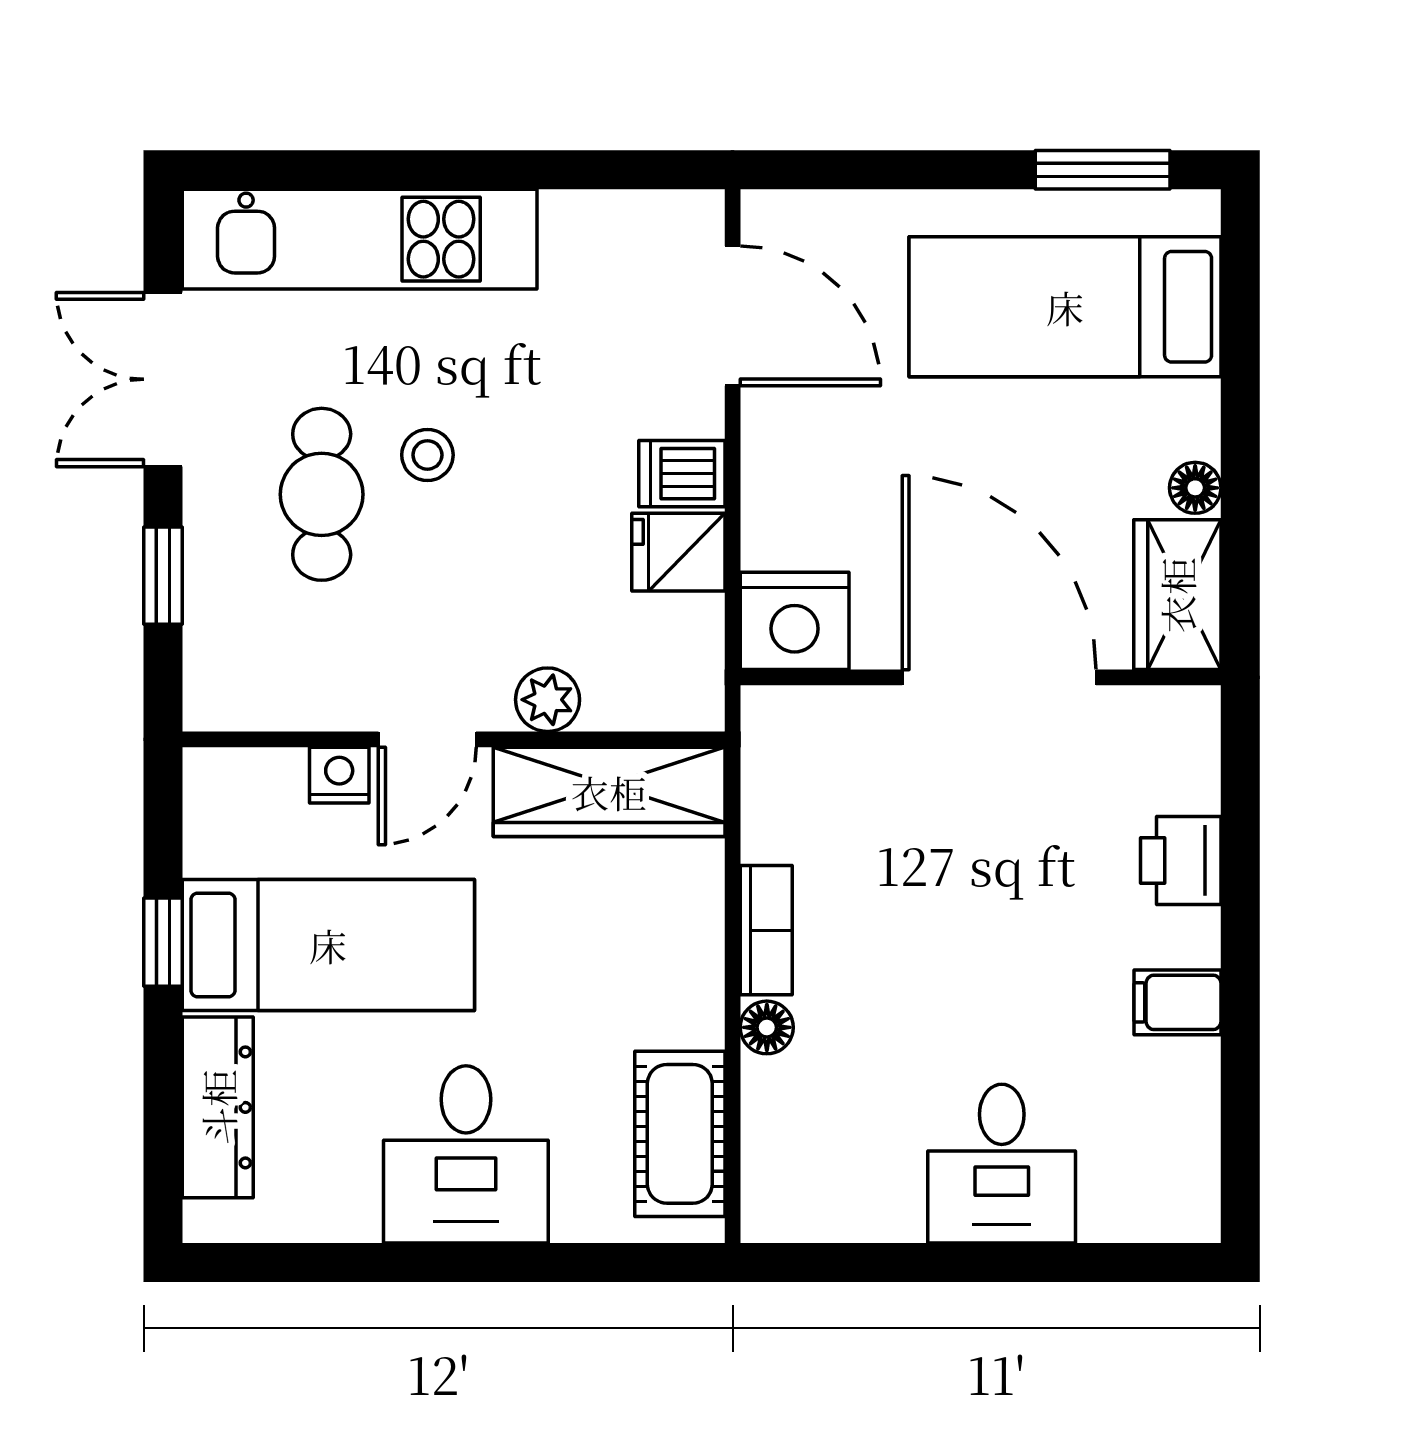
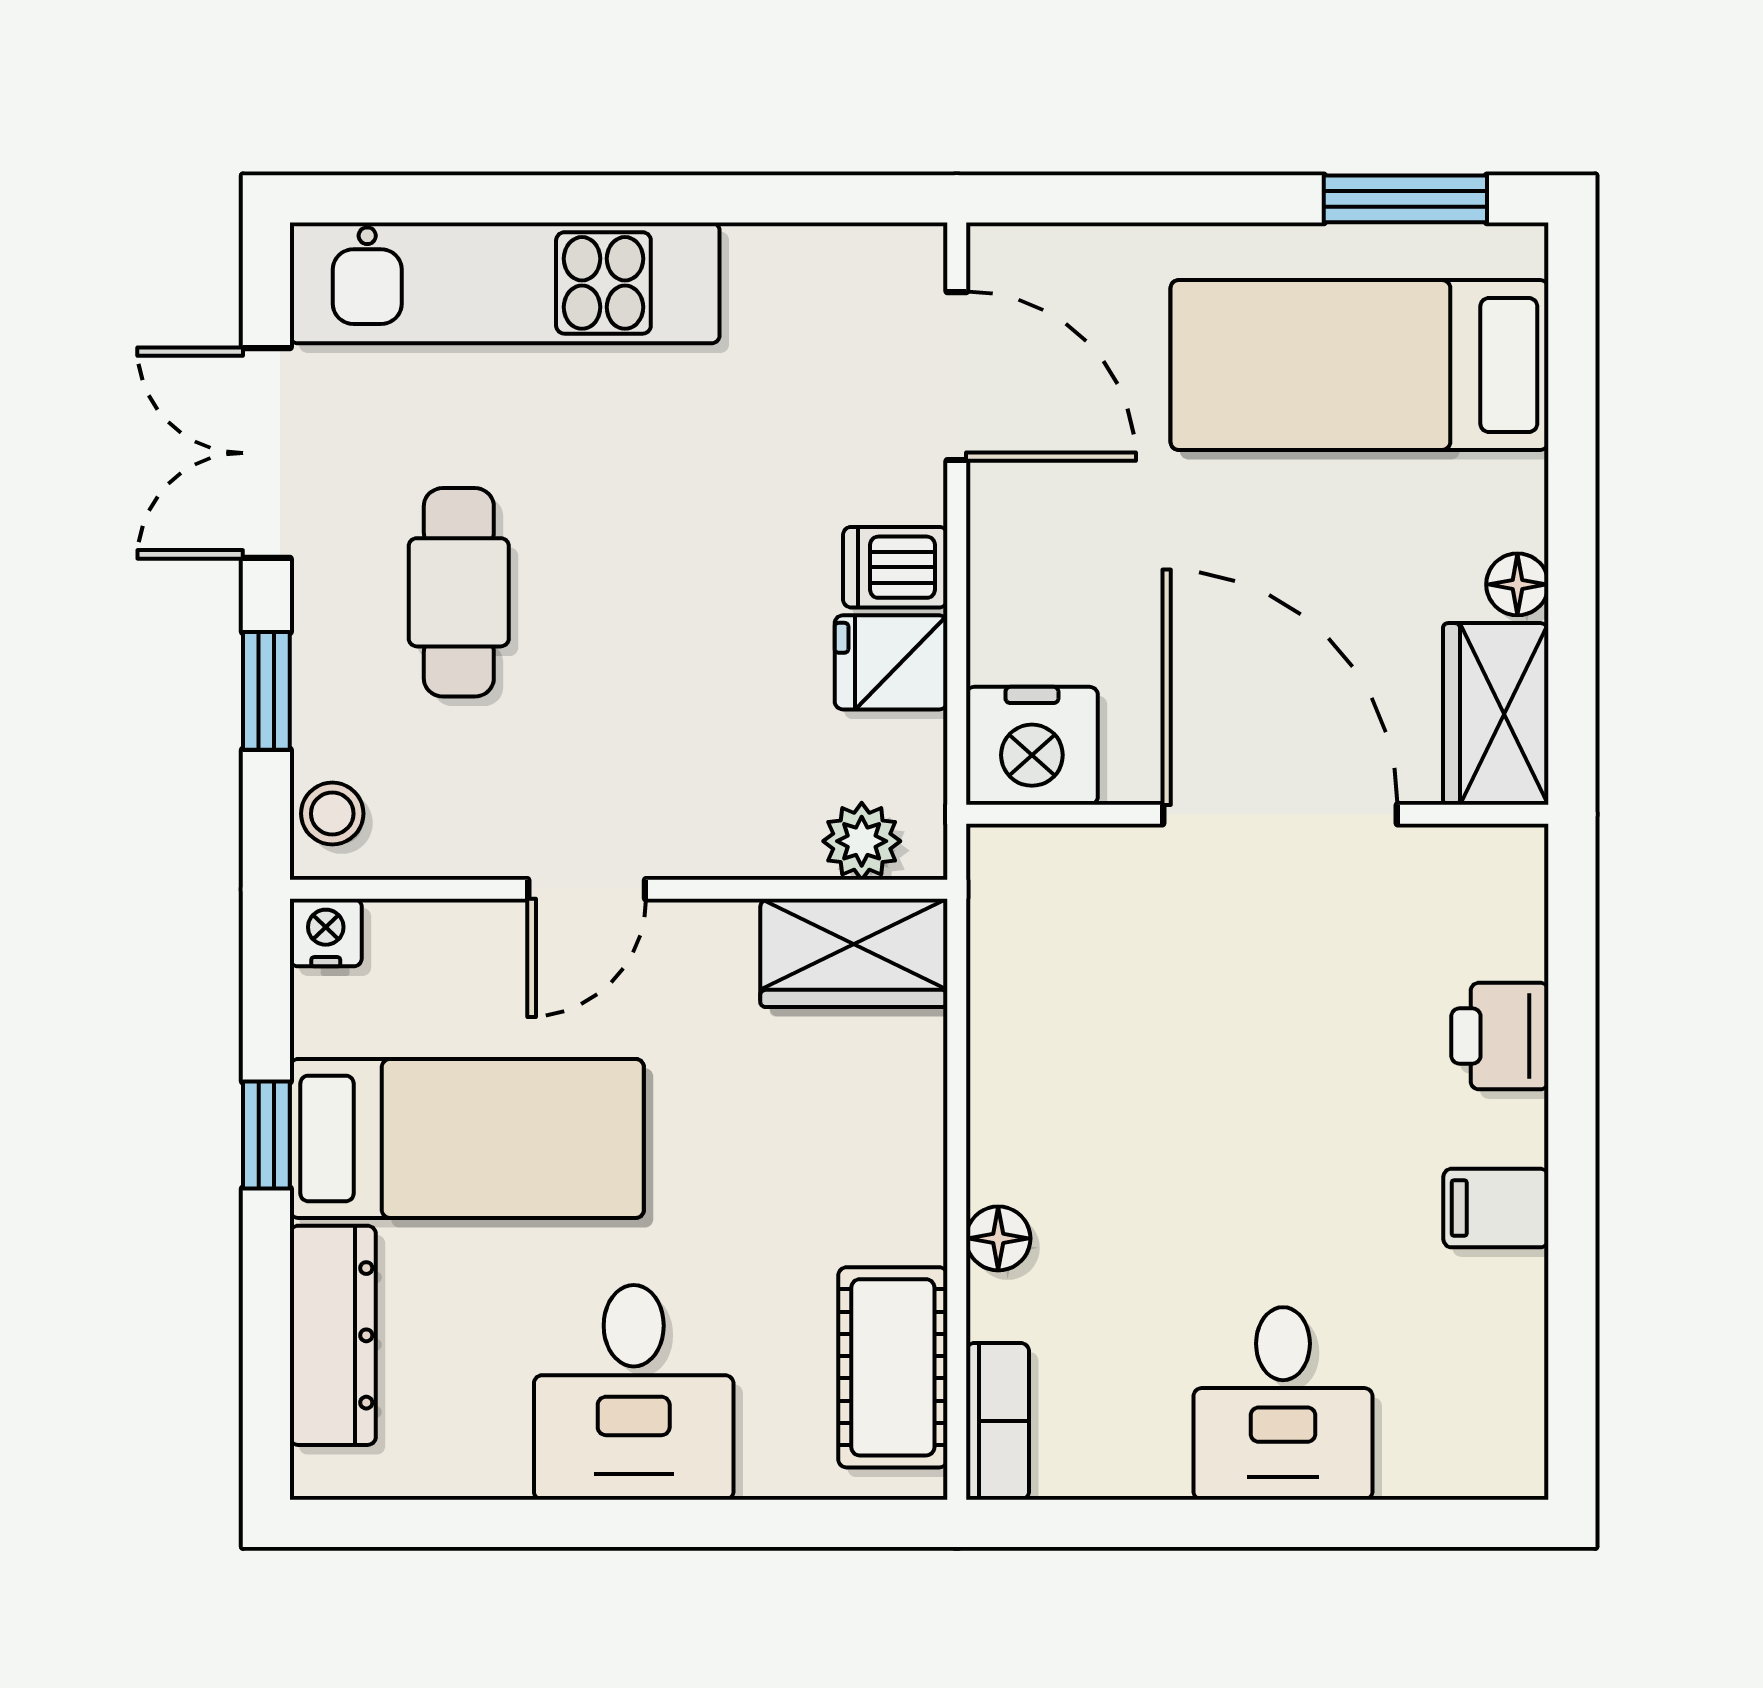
stool: (427, 455) -> (332, 814), moved
plant: (548, 700) -> (862, 841), moved
nightstand: (339, 775) -> (326, 933), moved
wardrobe: (609, 792) -> (854, 953), width x0.67
bookcase: (766, 930) -> (998, 1421), moved

